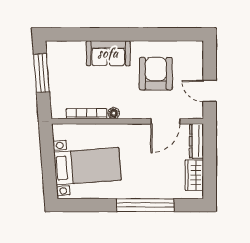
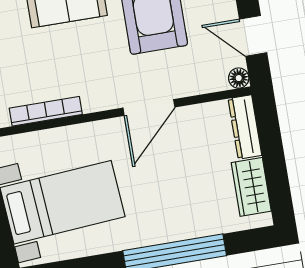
floor lamp: (114, 113) -> (239, 78), moved
door: (165, 121) -> (149, 108), moved

